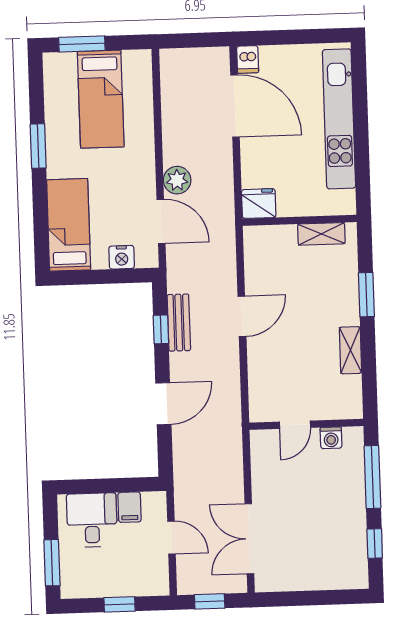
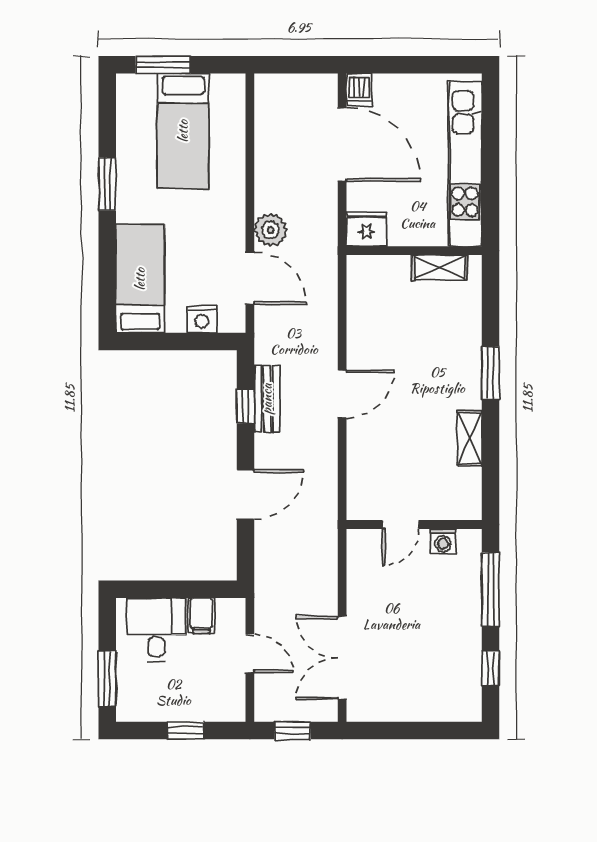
fridge: (259, 204) -> (366, 229), moved
wall: (300, 220) -> (414, 251), moved
shelving: (321, 234) -> (440, 268), moved

